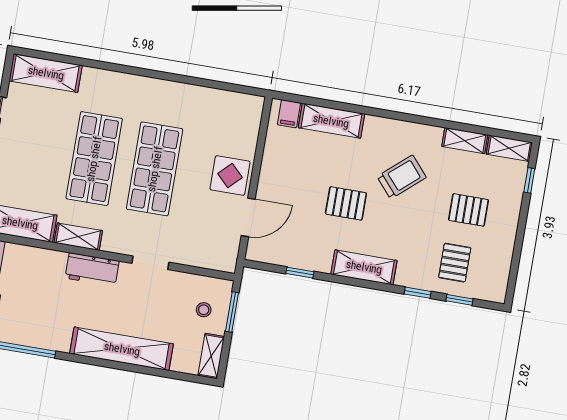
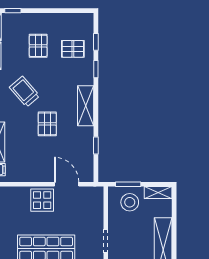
stool: (204, 310) -> (130, 202), width x1.89, depth x1.89

